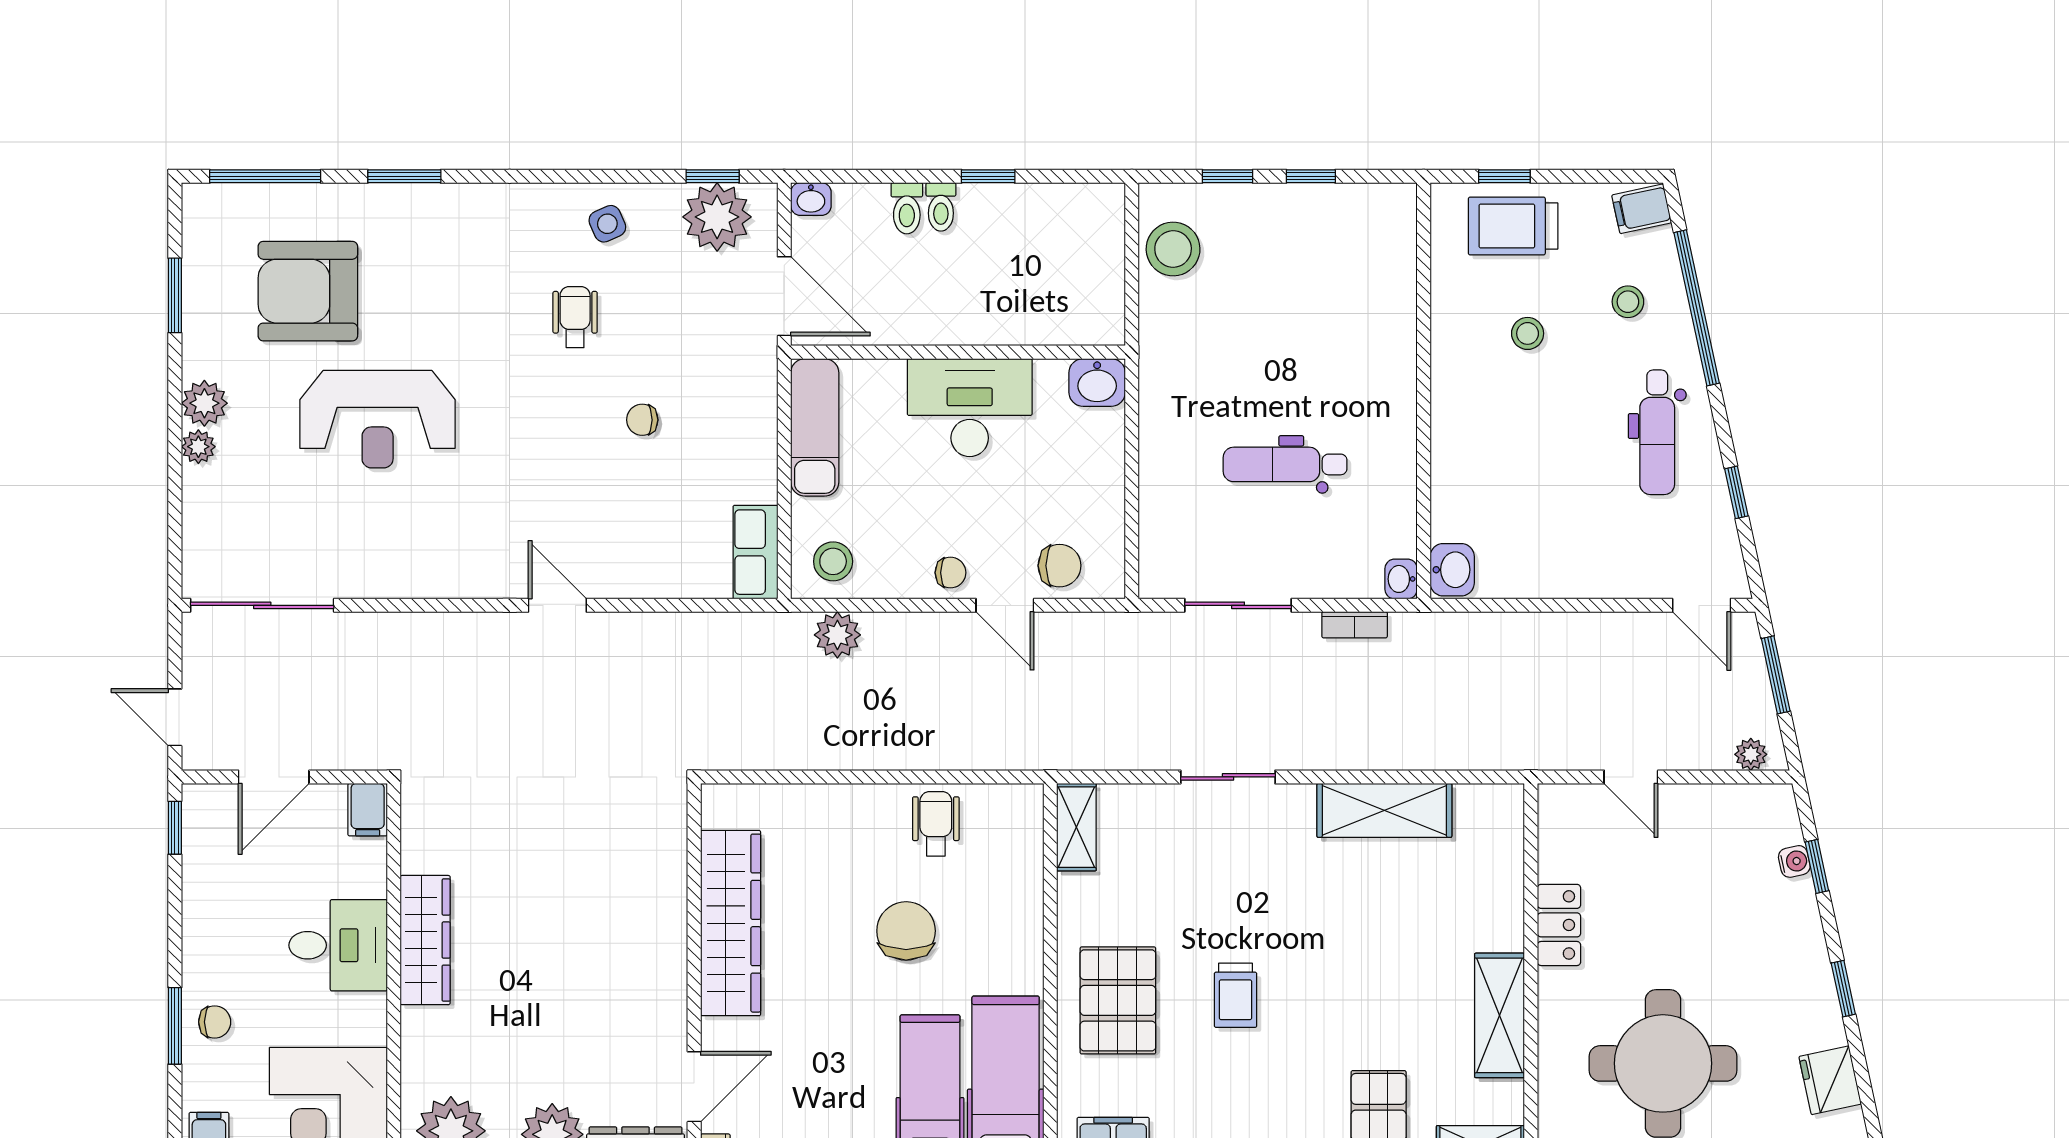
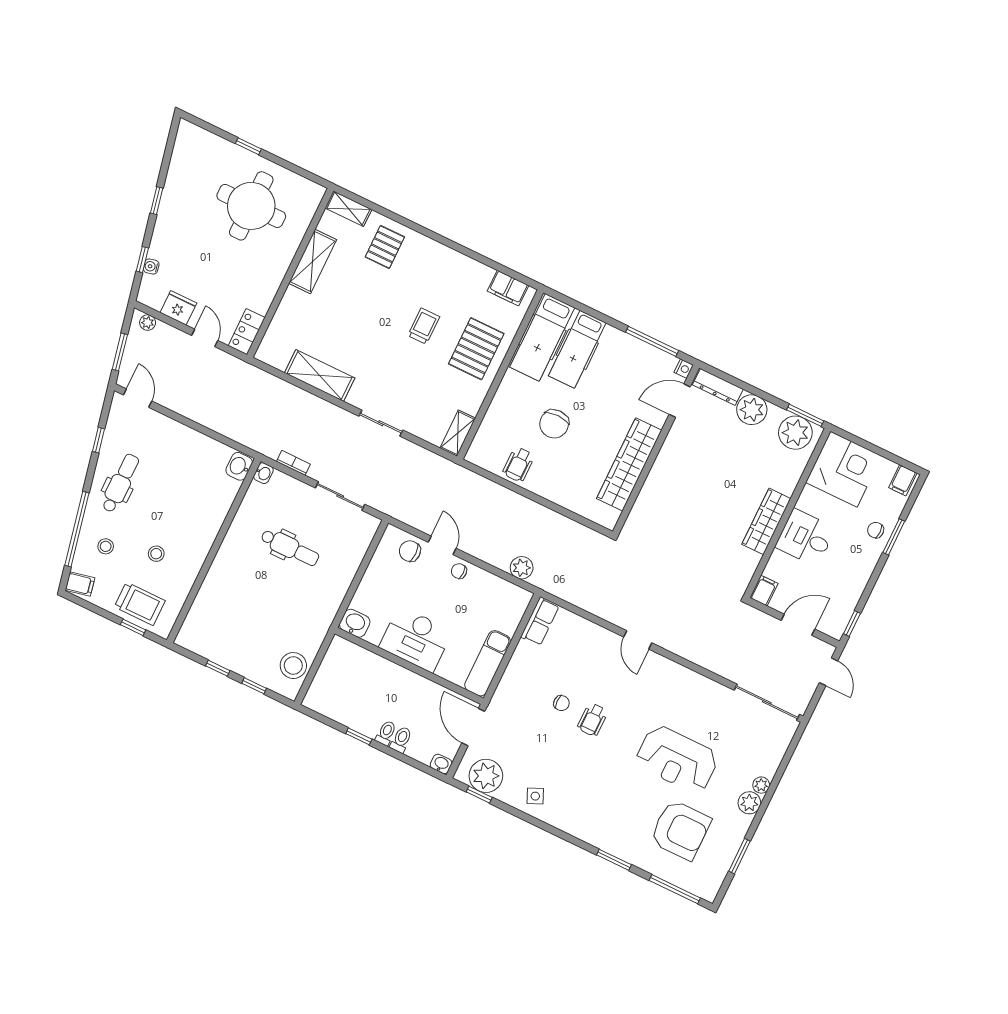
wheelchair: (575, 317) -> (593, 720), moved
reception desk: (378, 419) -> (677, 759), turned 180
stool: (833, 561) -> (508, 601), removed
locker: (1559, 925) -> (247, 332), moved
fridge: (1830, 1080) -> (178, 308), moved, turned -78

